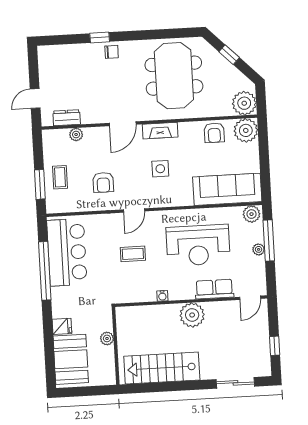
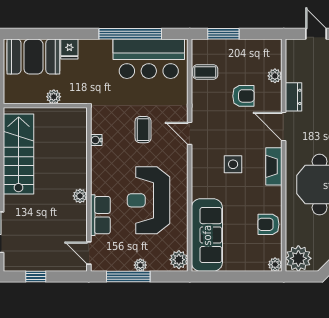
dresser: (67, 118) -> (293, 97), moved
plant: (246, 130) -> (275, 265), width x0.53, depth x0.53
coffee table: (60, 177) -> (205, 72), moved
armchair: (103, 182) -> (243, 96), moved, turned 180
window: (269, 241) -> (128, 277), moved
water cooler: (162, 296) -> (96, 140), moved
plant: (192, 315) -> (80, 196), width x0.53, depth x0.53

